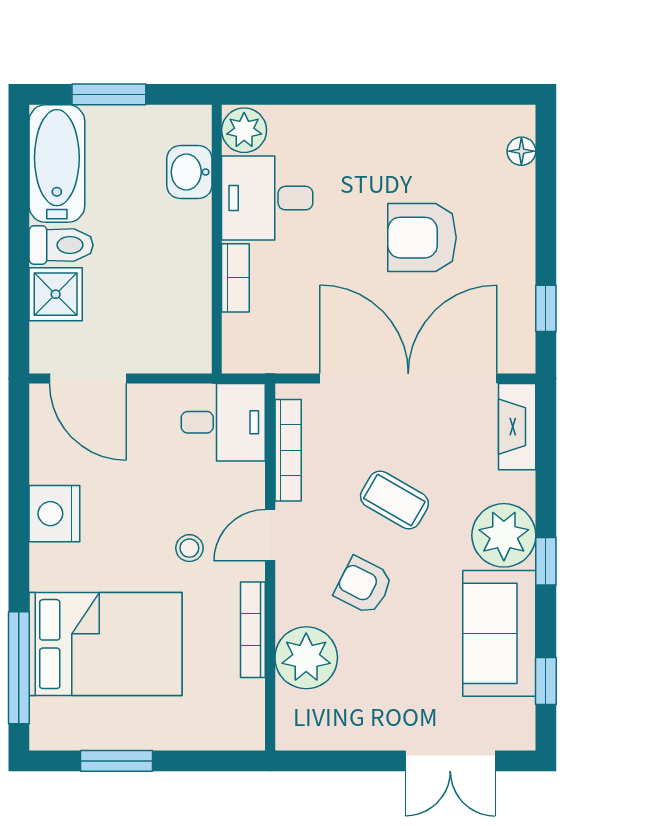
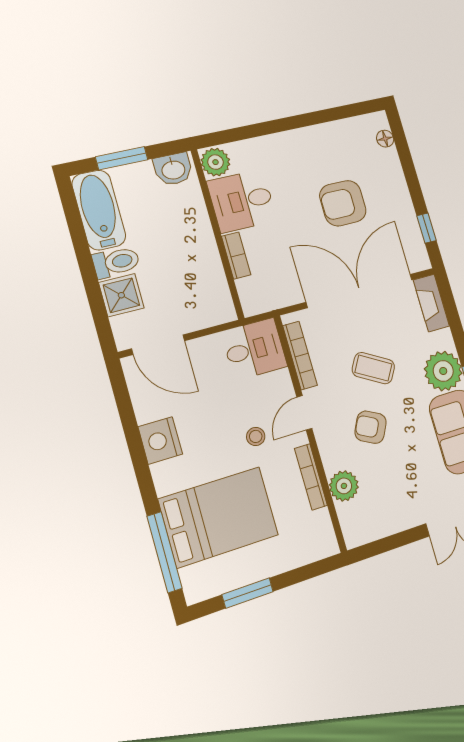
washbasin: (189, 172) -> (173, 169), moved, turned -90
plant: (306, 658) -> (344, 486), width x0.73, depth x0.73

